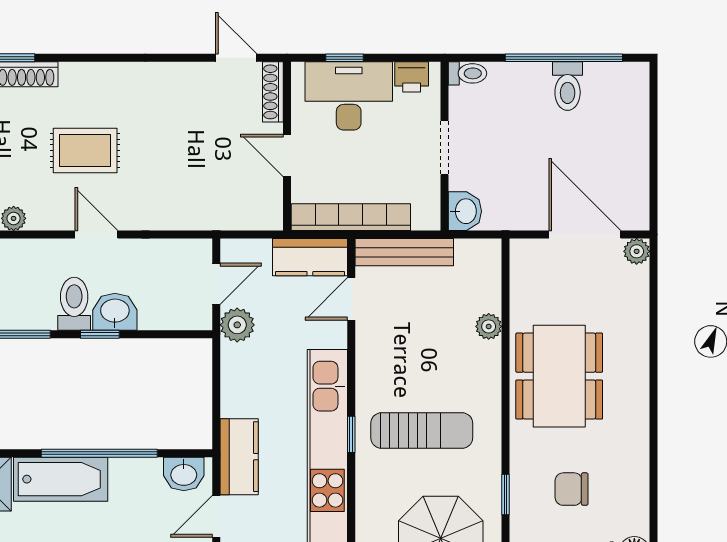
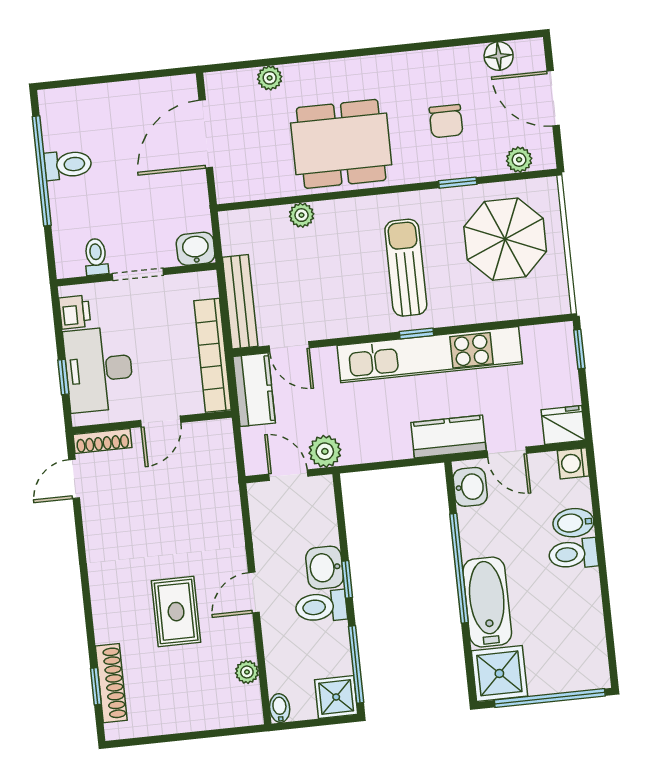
toilet: (467, 73) -> (96, 257), moved
plant: (637, 251) -> (270, 78), moved

